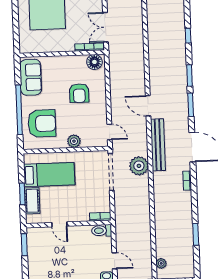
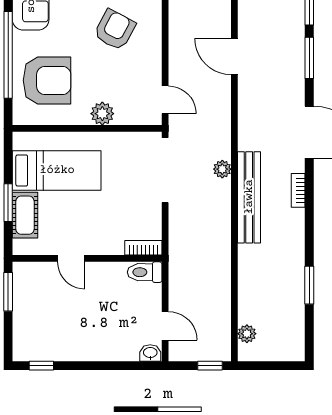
armchair: (79, 93) -> (115, 30), turned -152
bench: (158, 145) -> (249, 197), moved
plant: (139, 166) -> (222, 169), width x0.53, depth x0.53

